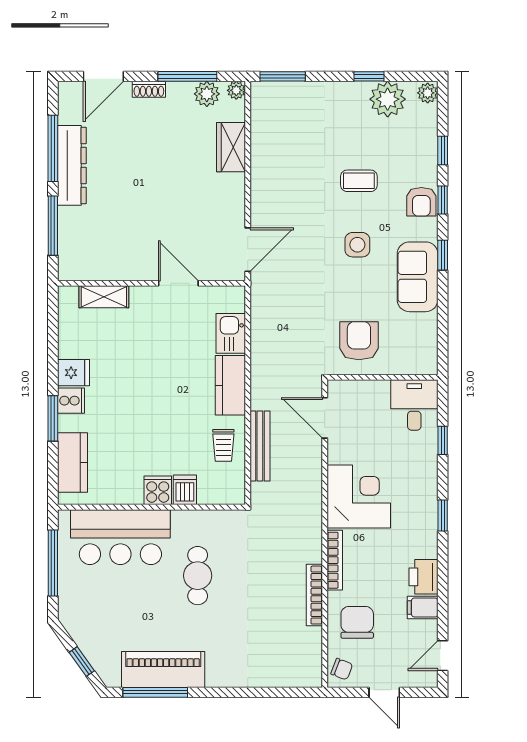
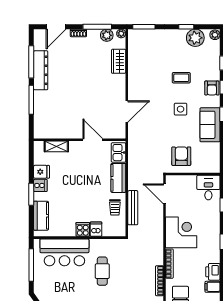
wall: (151, 283) -> (80, 140), moved
door: (178, 283) -> (93, 140), moved
shelving: (104, 297) -> (56, 146), moved

